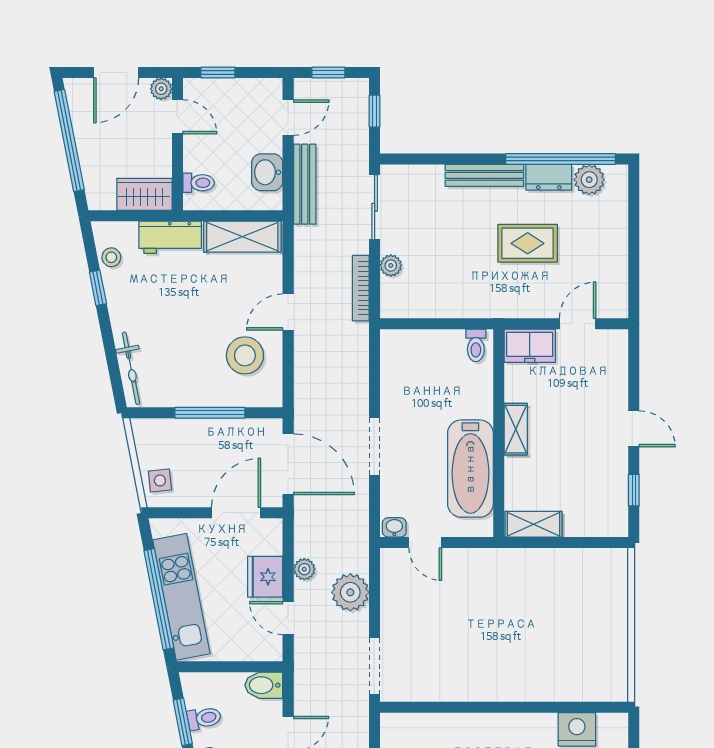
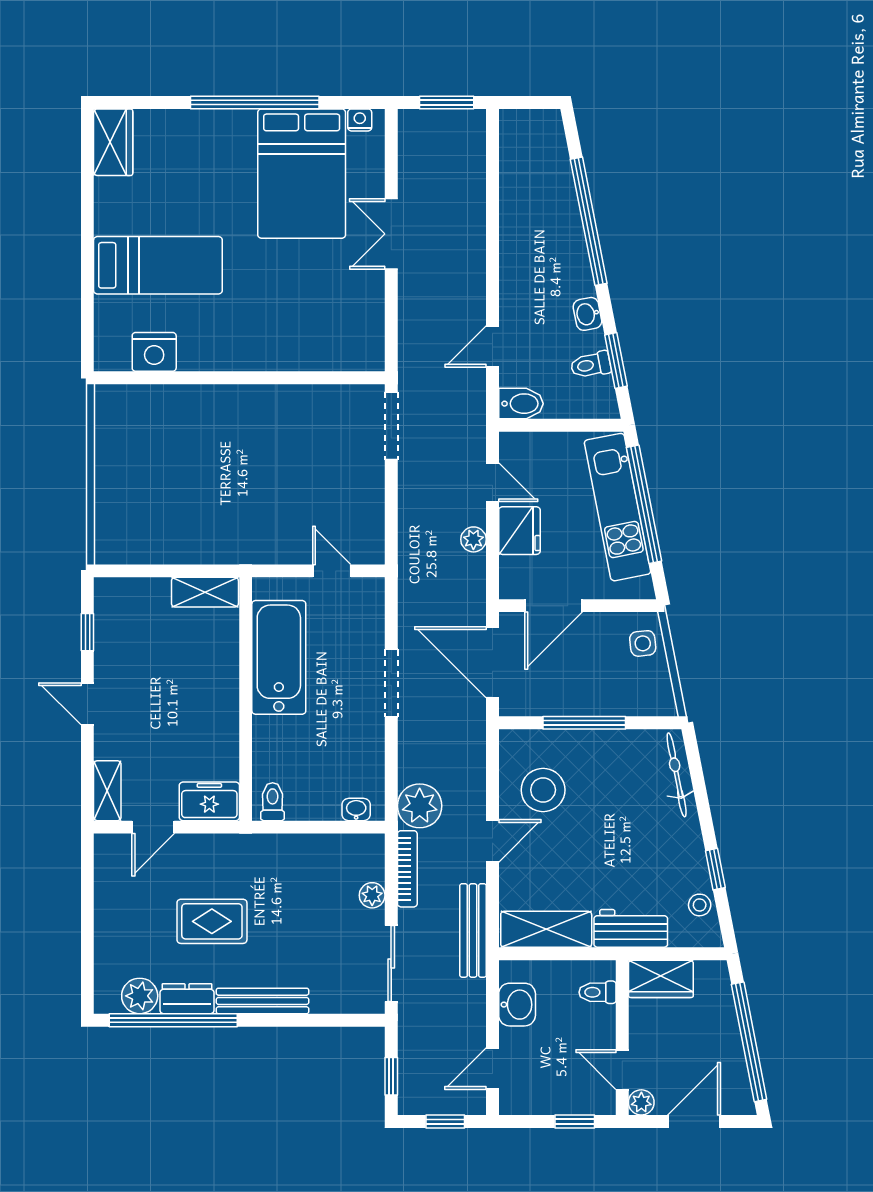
bench: (305, 184) -> (473, 930), moved
shelving: (516, 429) -> (107, 791), moved
washbasin: (394, 527) -> (356, 810), moved, turned 180
plant: (350, 592) -> (420, 806), moved

